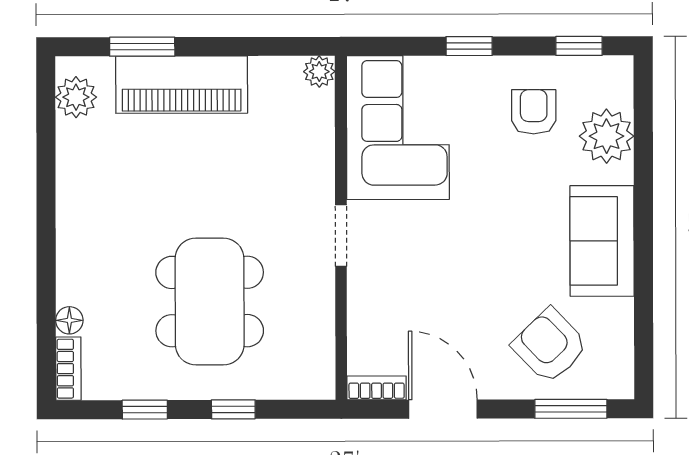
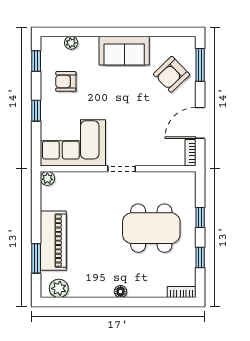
plant: (607, 136) -> (71, 43), width x0.53, depth x0.53
floor lamp: (69, 320) -> (121, 292), moved

